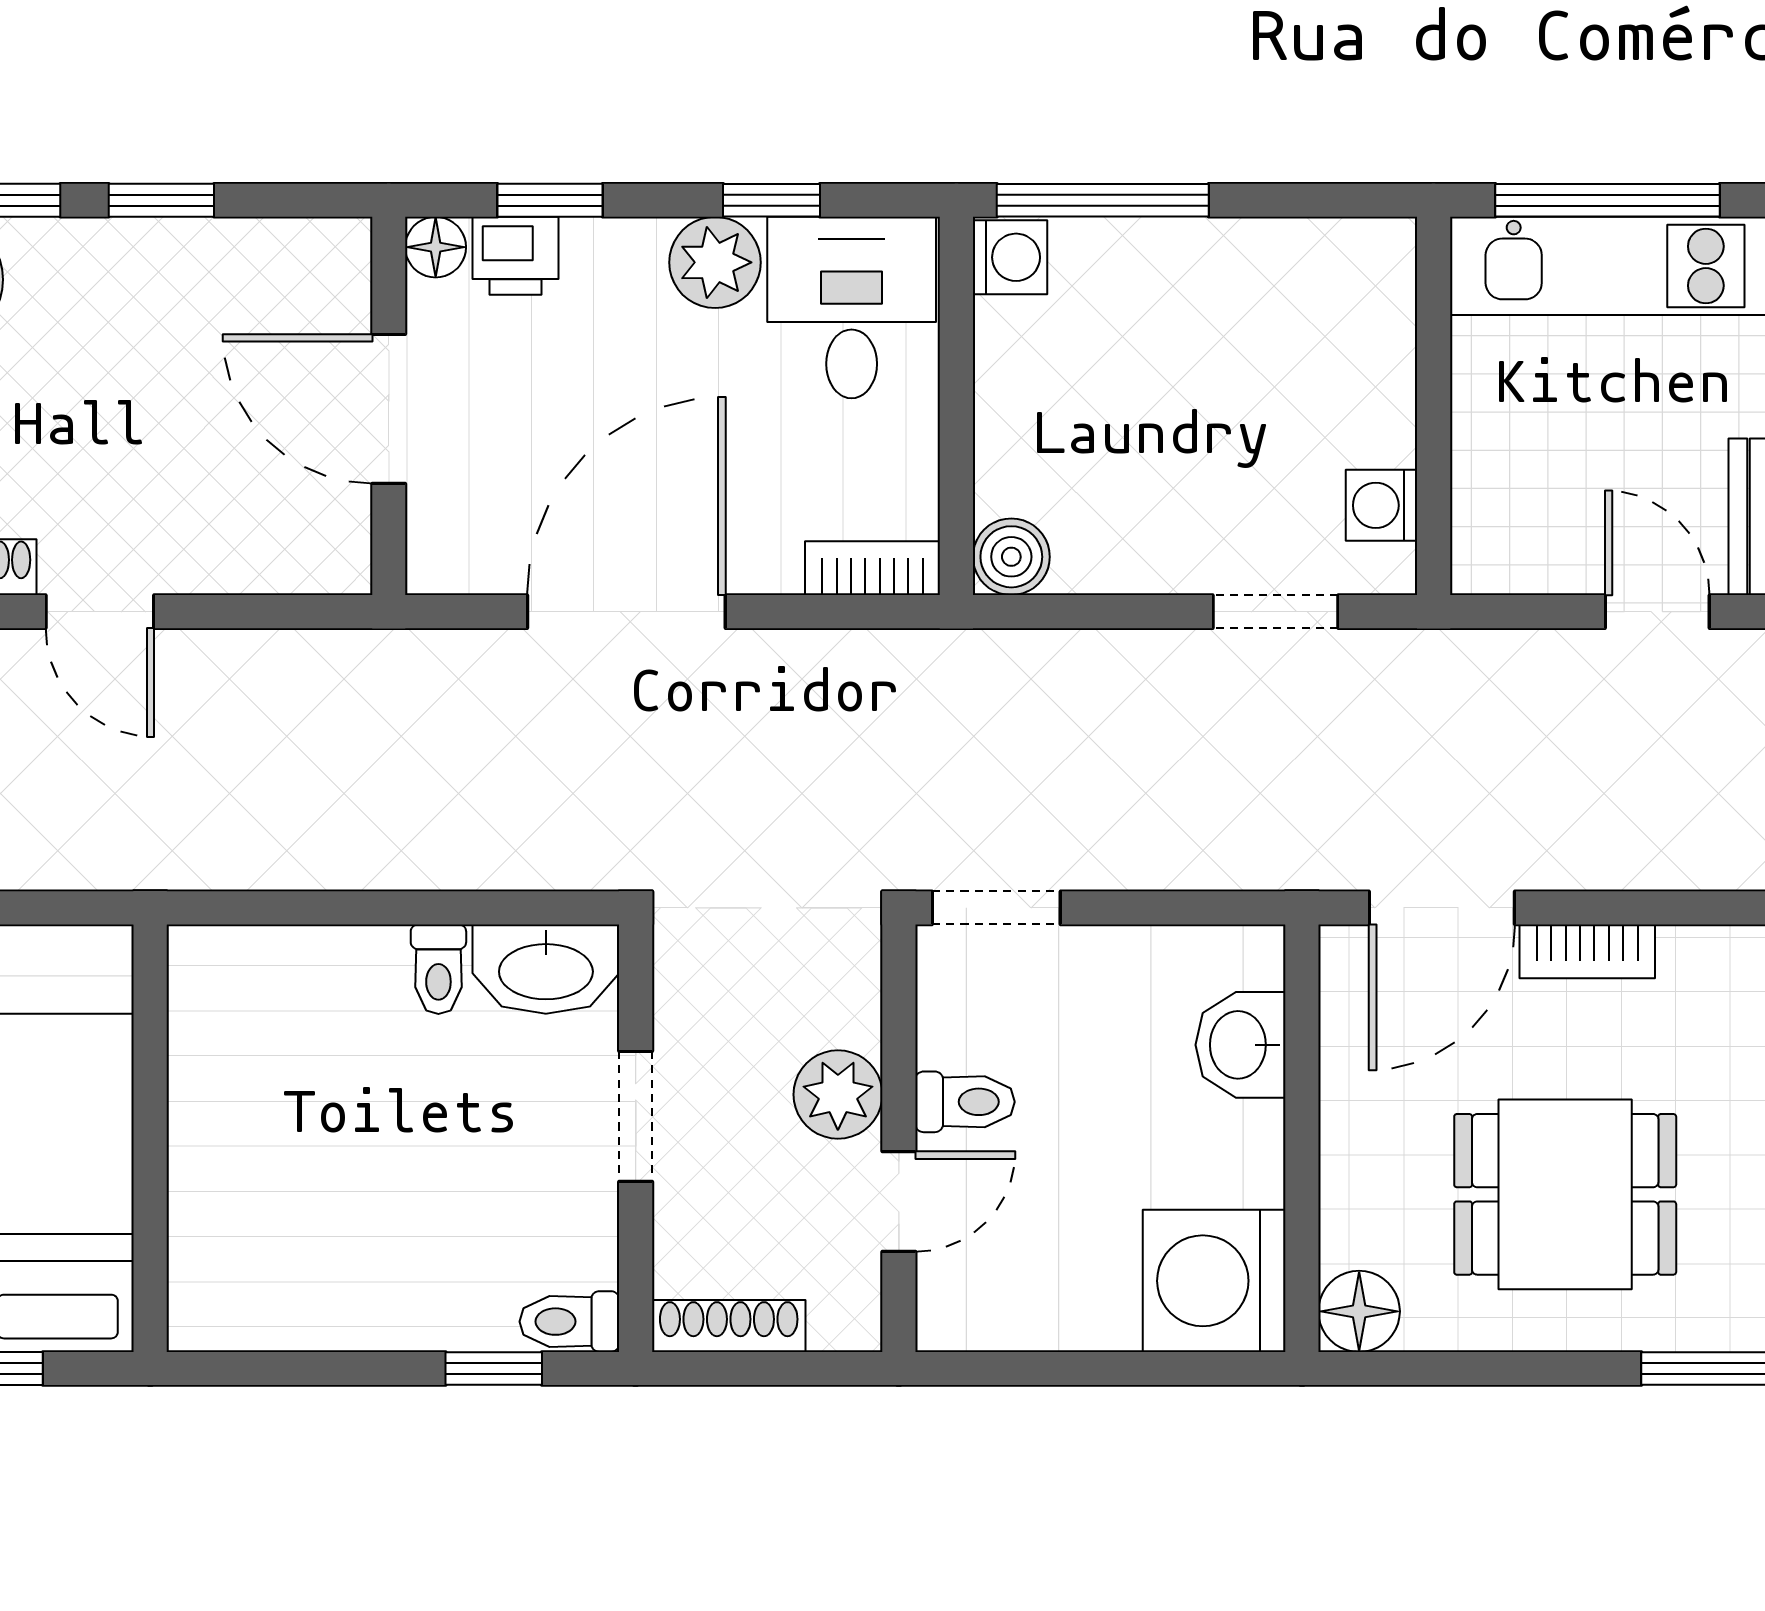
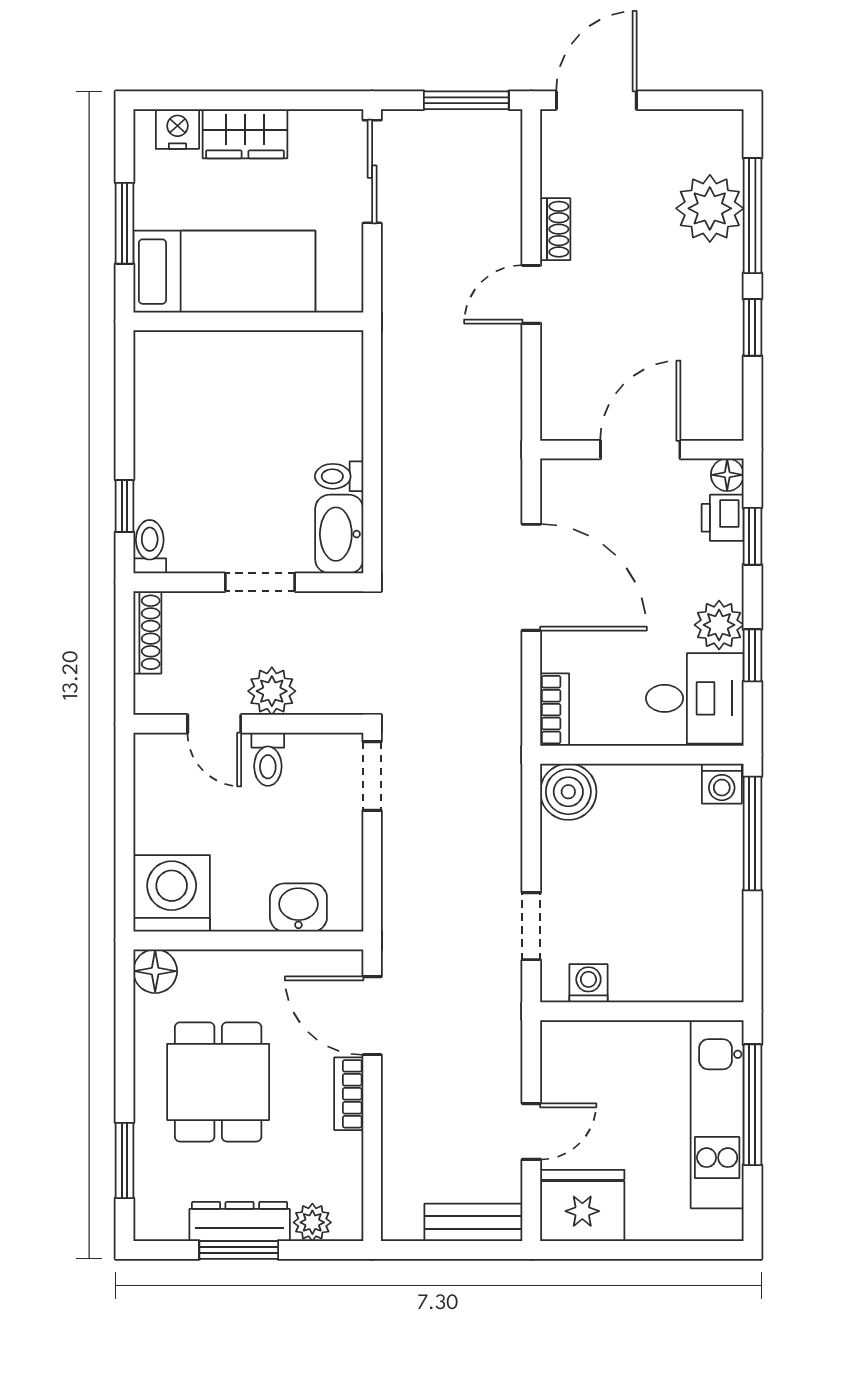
boiler: (1011, 557) -> (568, 792), width x1.36, depth x1.36

